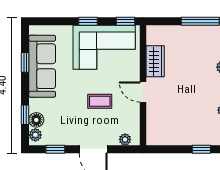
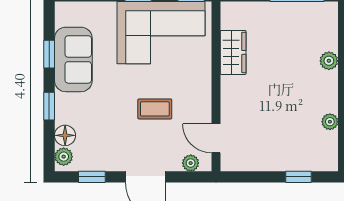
sofa: (42, 66) -> (73, 59), width x0.73
door: (143, 92) -> (216, 138), moved
window: (25, 115) -> (49, 106), moved

